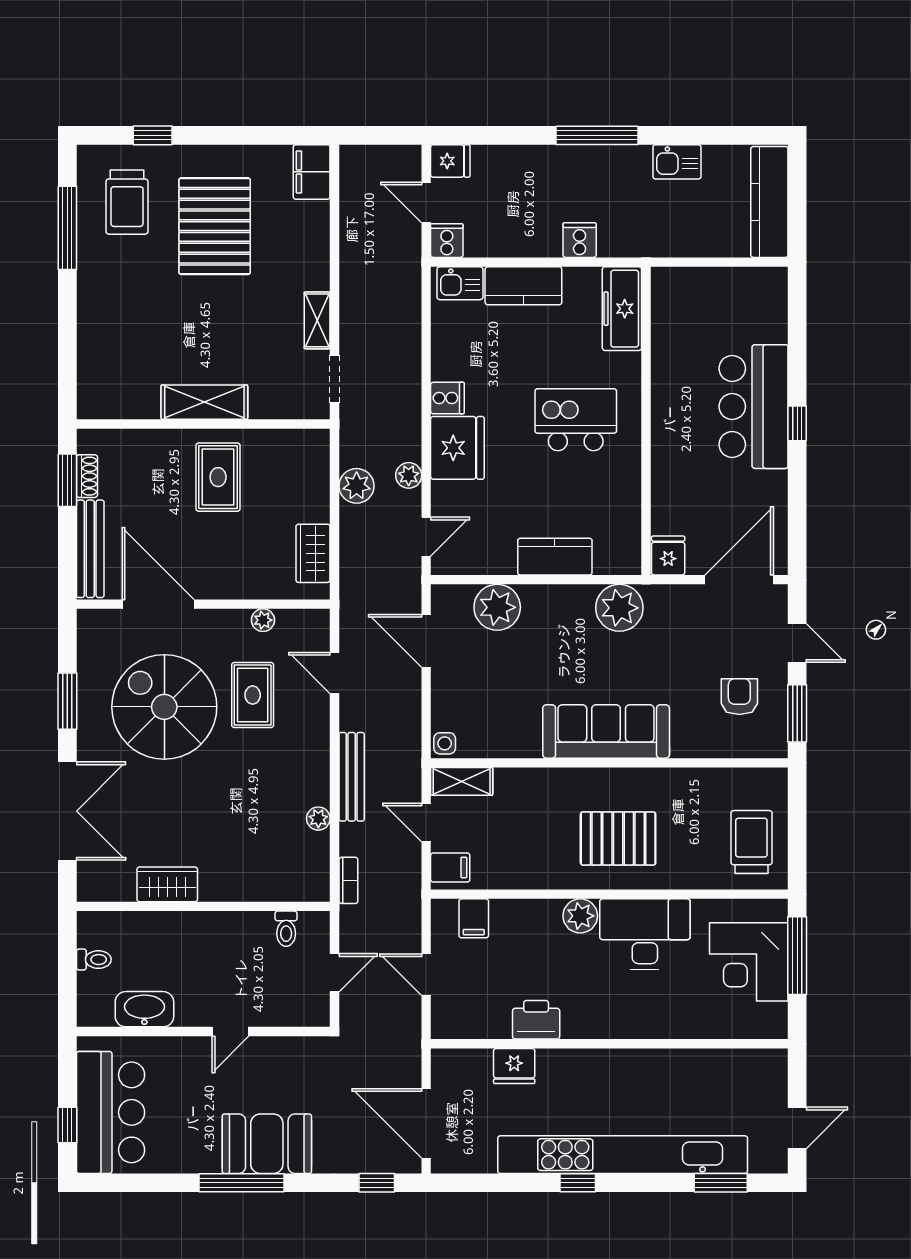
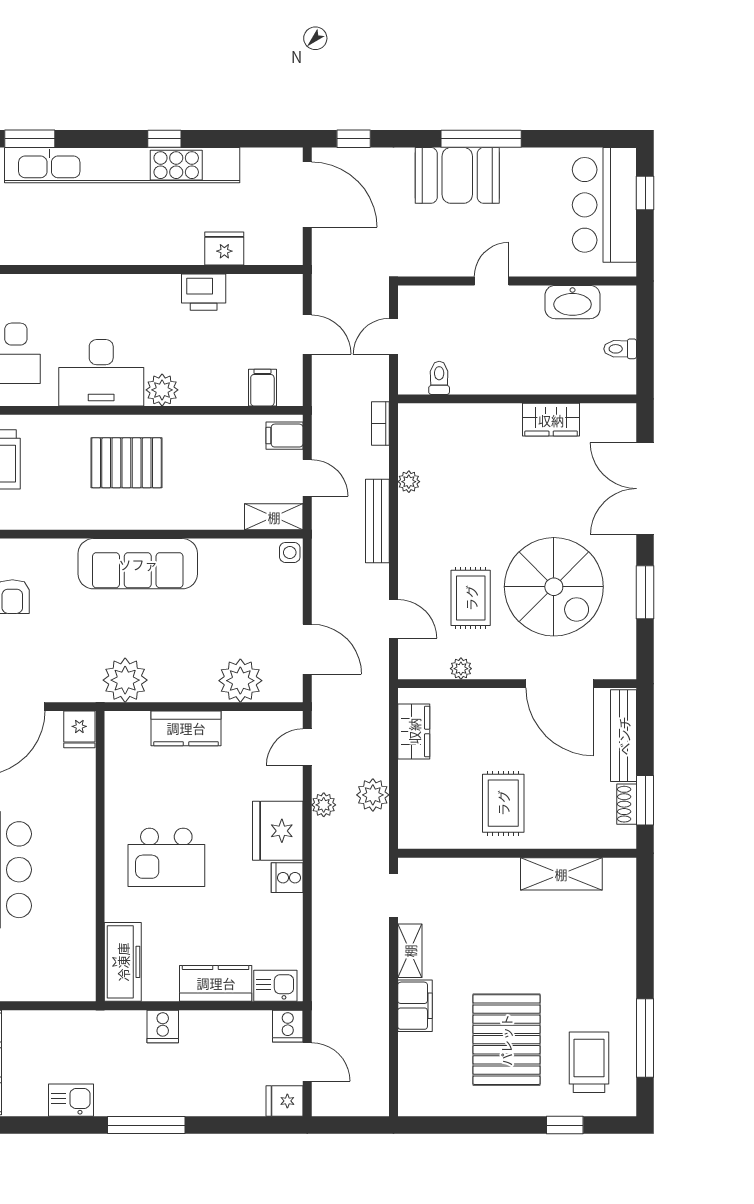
filing cabinet: (312, 172) -> (415, 1006), moved
shelving: (204, 402) -> (561, 874), moved

